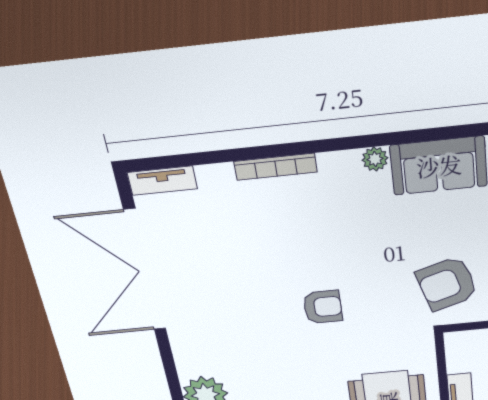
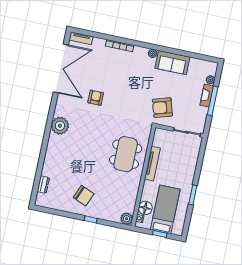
double door: (145, 271) -> (61, 68), swing flipped
armchair: (323, 307) -> (96, 98), moved, turned -90

